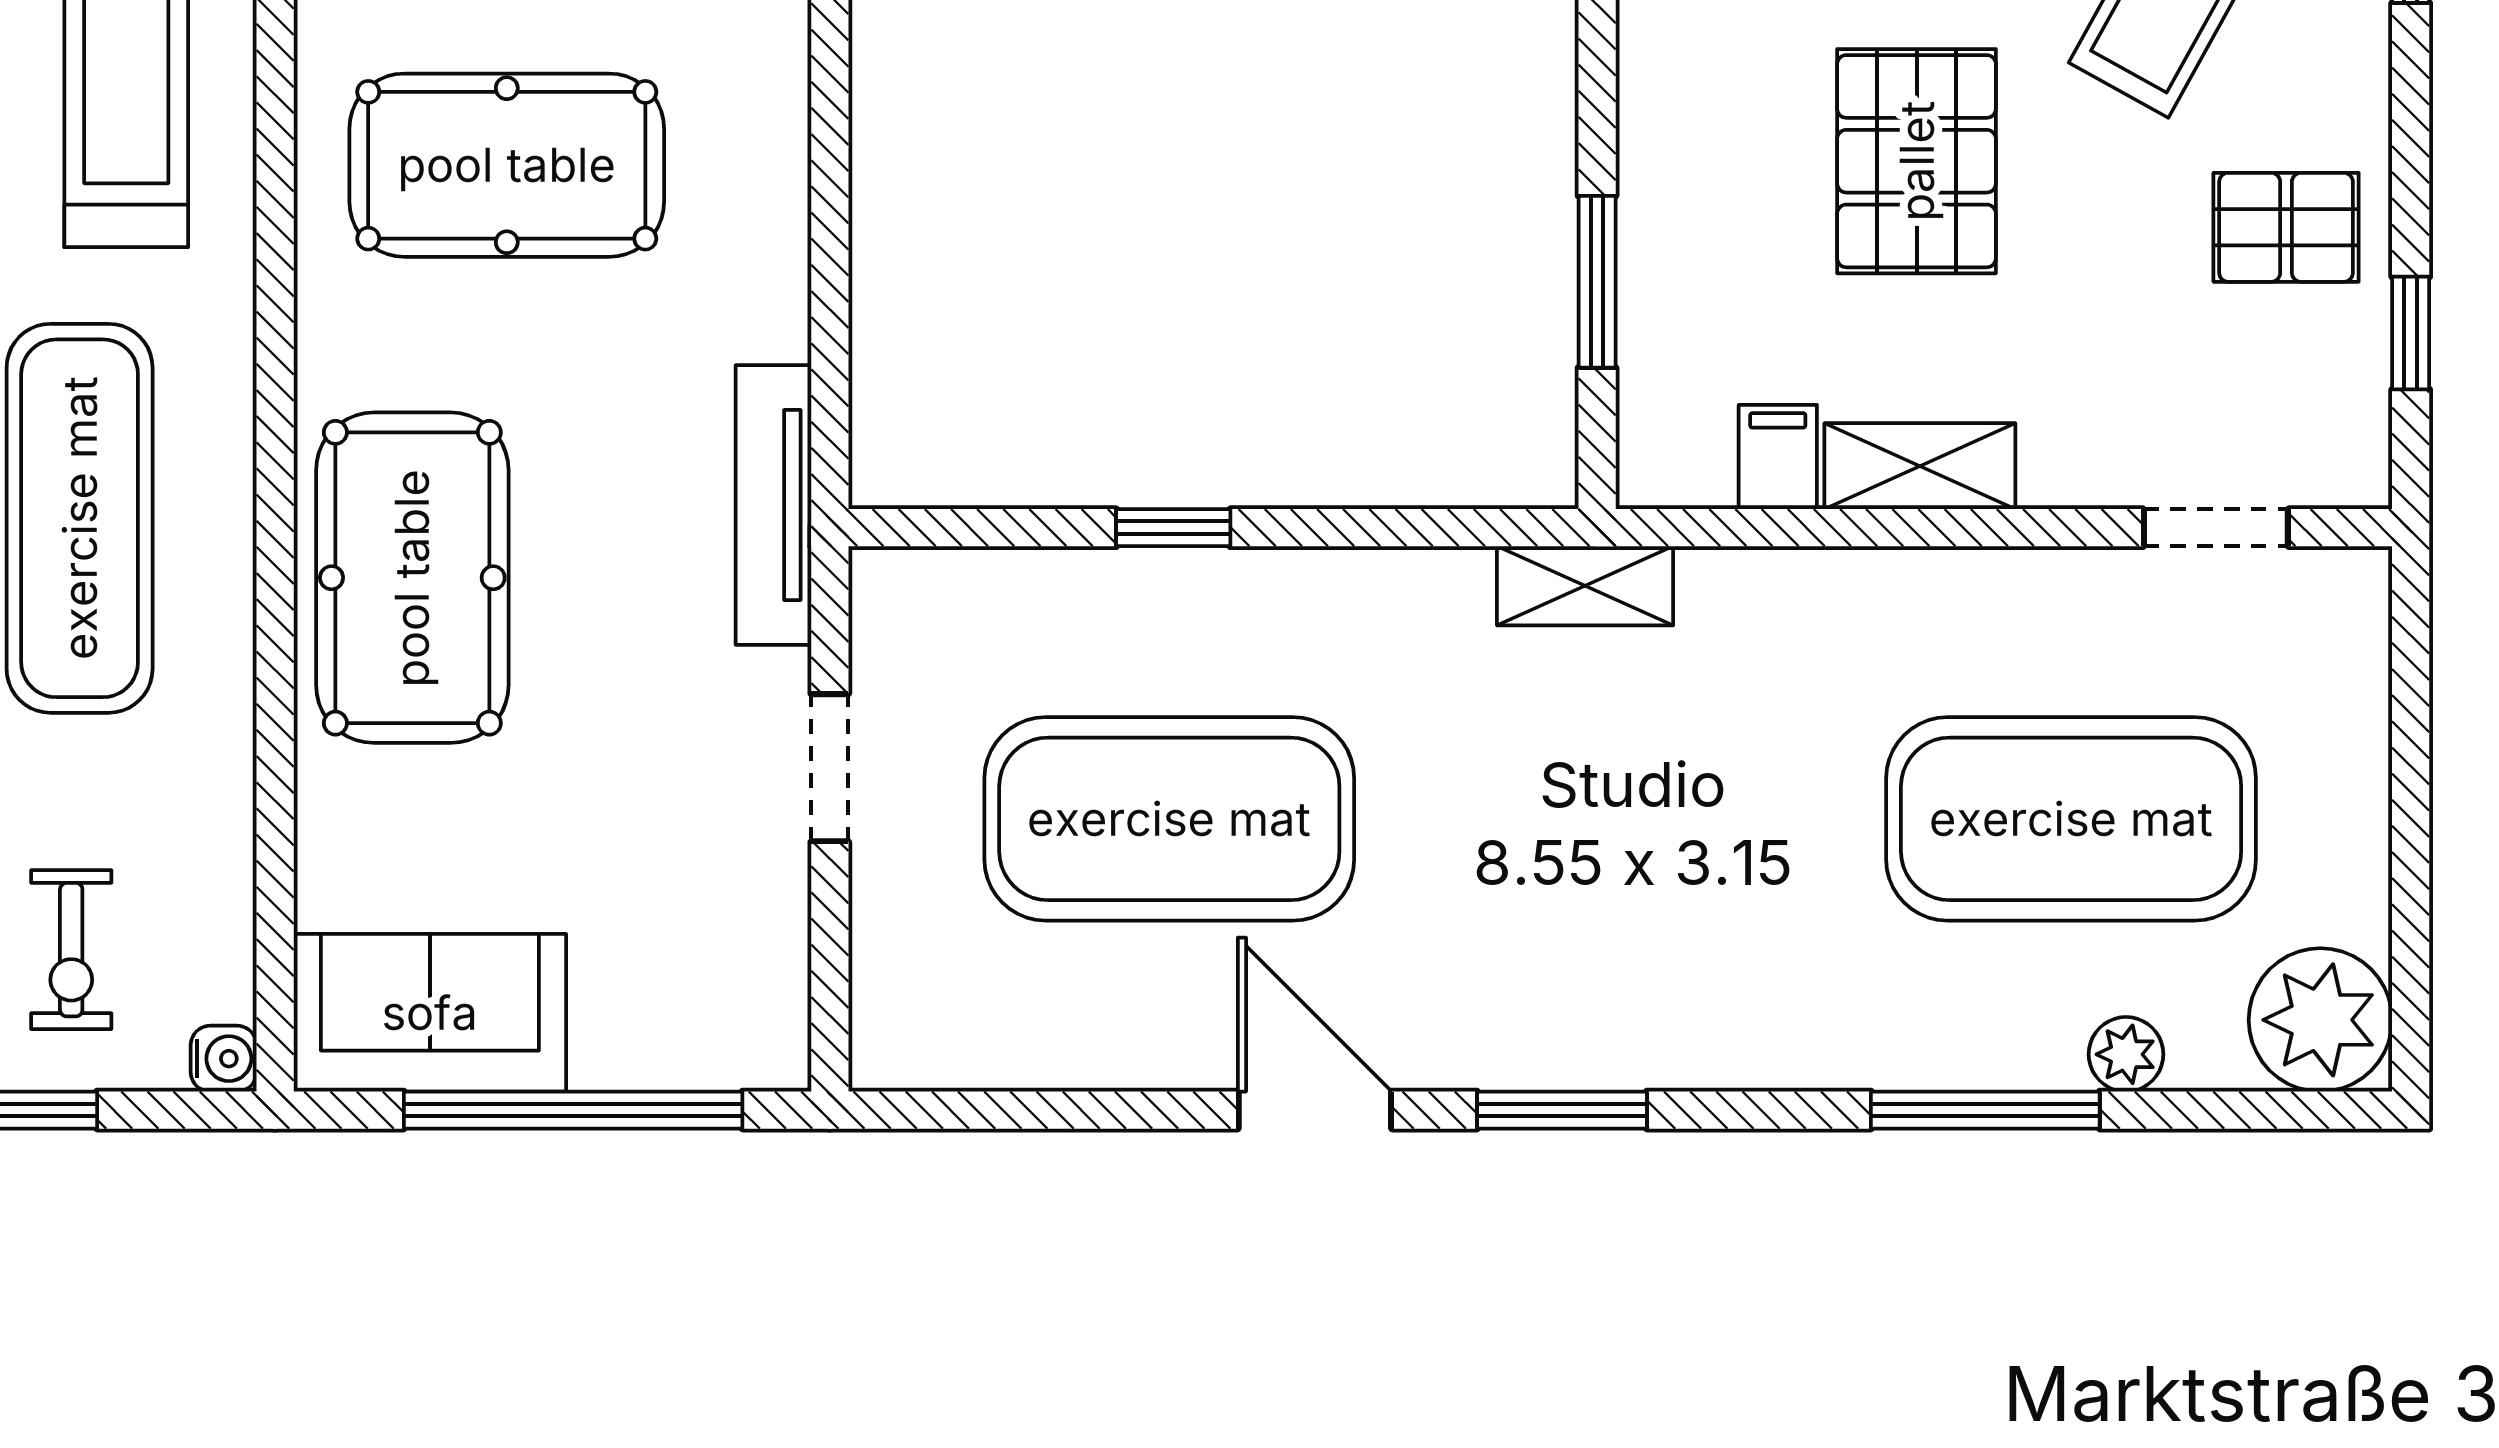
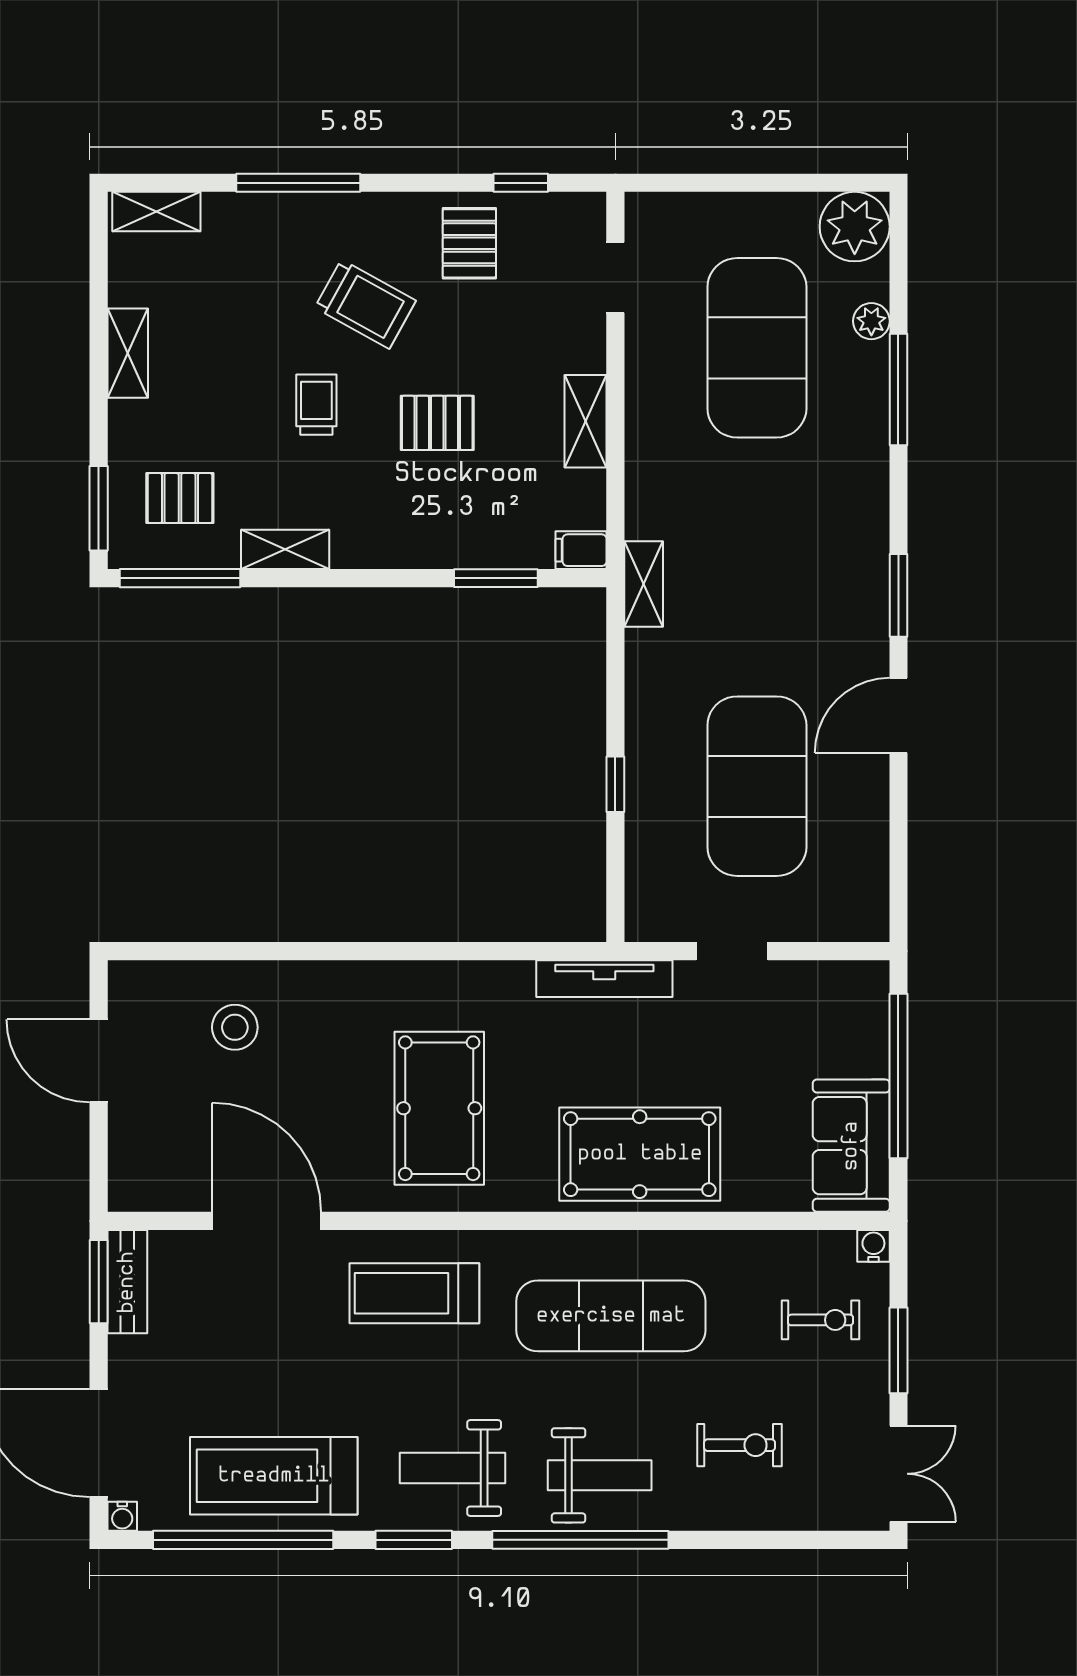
pallet: (1917, 161) -> (437, 423), width x0.67, depth x0.71
filing cabinet: (1778, 457) -> (581, 550), moved

